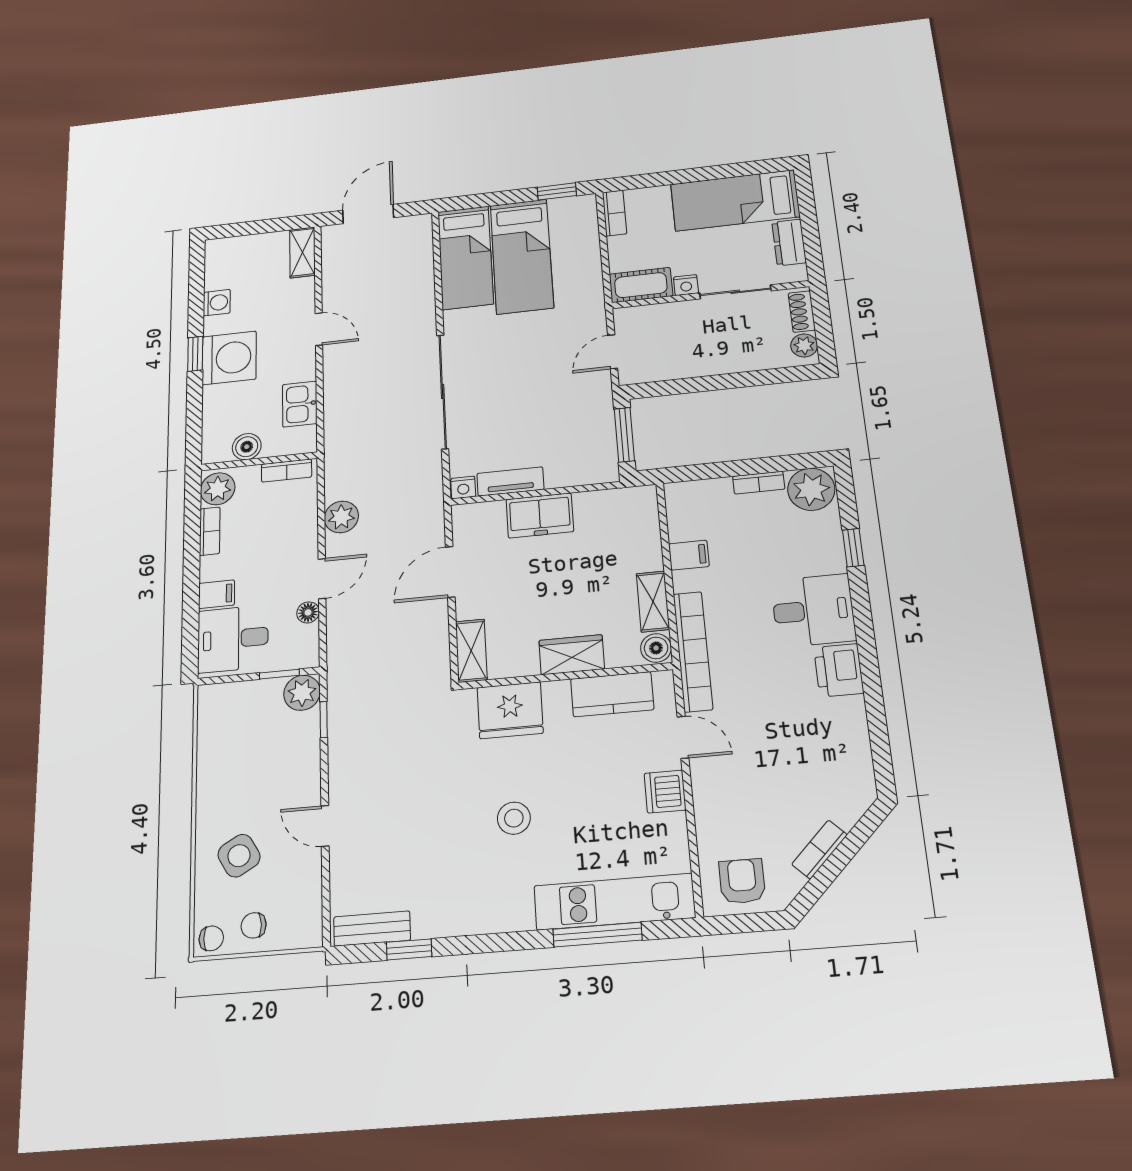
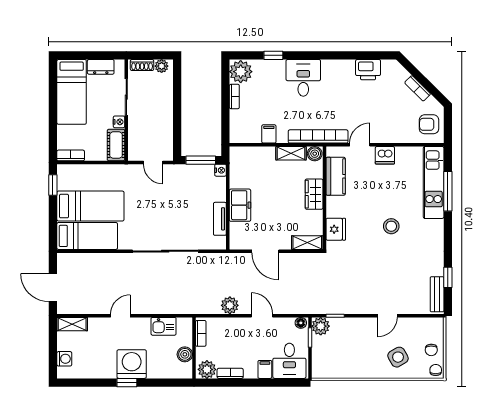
washing machine: (217, 303) -> (64, 359), moved, turned 90
nightstand: (463, 487) -> (220, 170), moved
floor lamp: (308, 612) -> (301, 323), moved
printer: (839, 670) -> (368, 70), moved
fridge: (510, 710) -> (336, 229), width x0.73, depth x0.75

